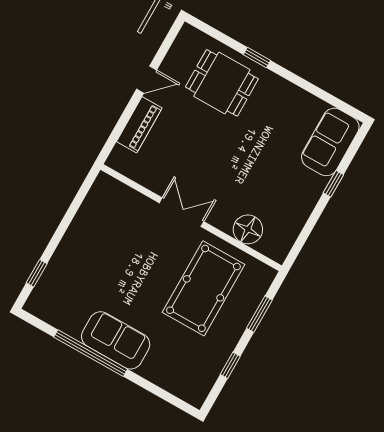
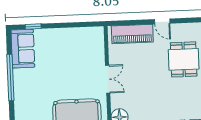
piano: (139, 125) -> (132, 34), width x1.37, depth x1.33
sofa: (116, 340) -> (23, 49), moved

